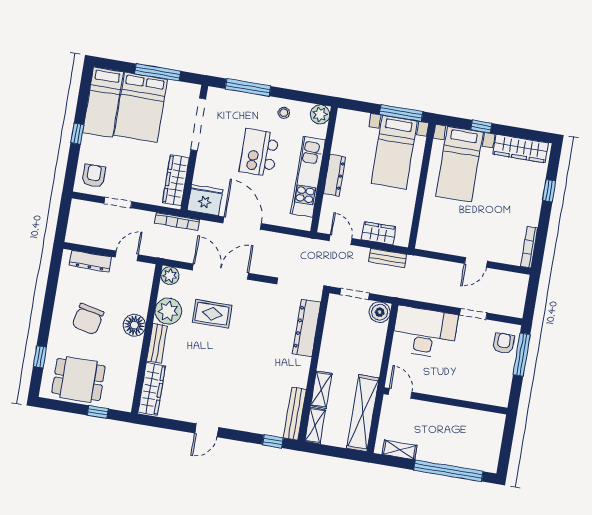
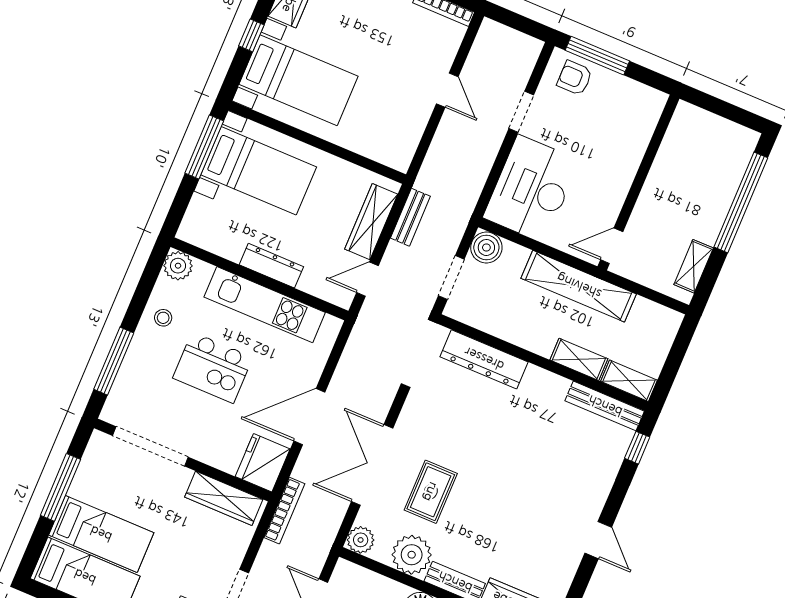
bed: (141, 107) -> (101, 534), width x0.67
wardrobe: (379, 233) -> (371, 222), width x1.50
shelving: (363, 413) -> (579, 286), moved

